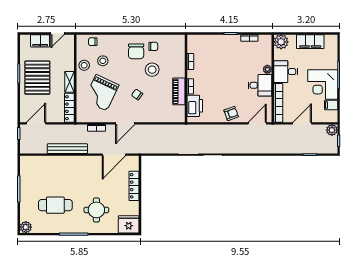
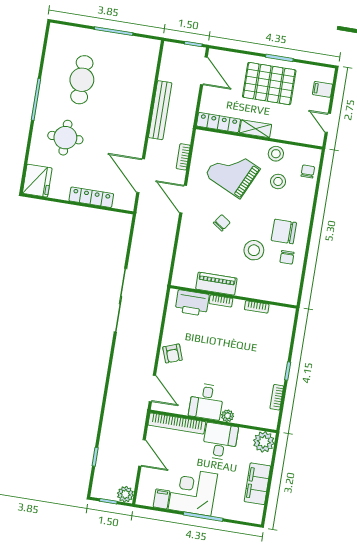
filing cabinet: (40, 41) -> (322, 89), width x0.50
plant: (26, 227) -> (57, 32), removed

